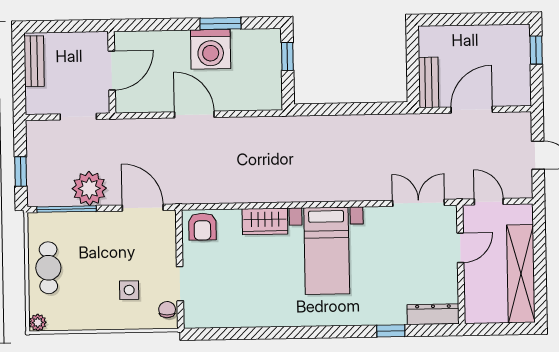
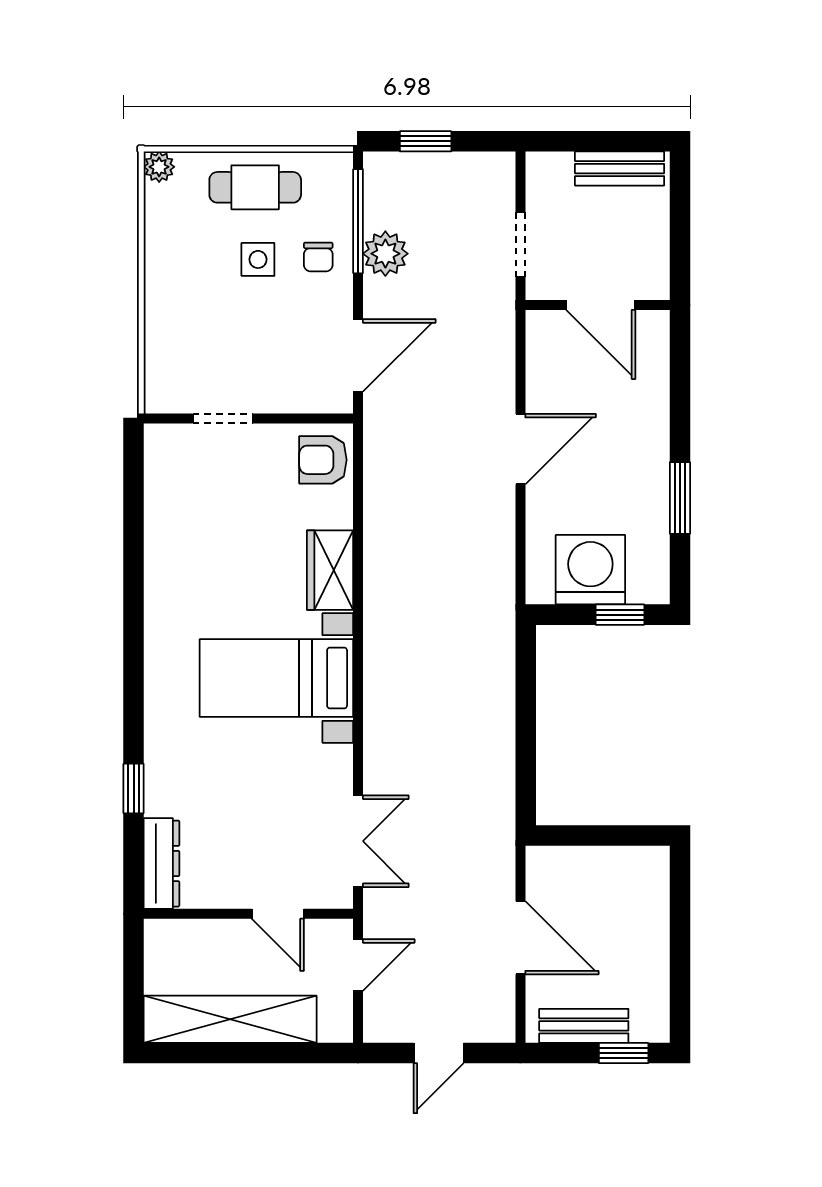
washing machine: (211, 49) -> (590, 570), moved, turned 90
bench: (429, 82) -> (584, 1026), moved
plant: (89, 188) -> (385, 254), width x0.73, depth x0.73
side table: (129, 290) -> (258, 259), moved
chair: (167, 310) -> (318, 257), moved, turned 90

